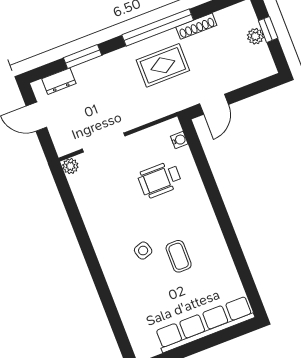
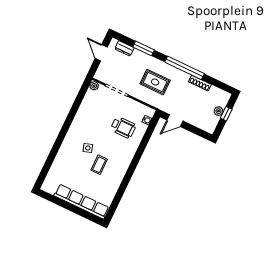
rug: (163, 65) -> (155, 82), moved
wheelchair: (160, 180) -> (123, 127), turned 180

